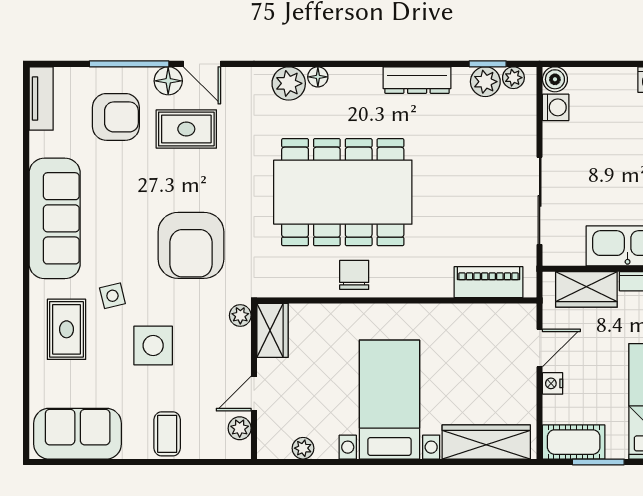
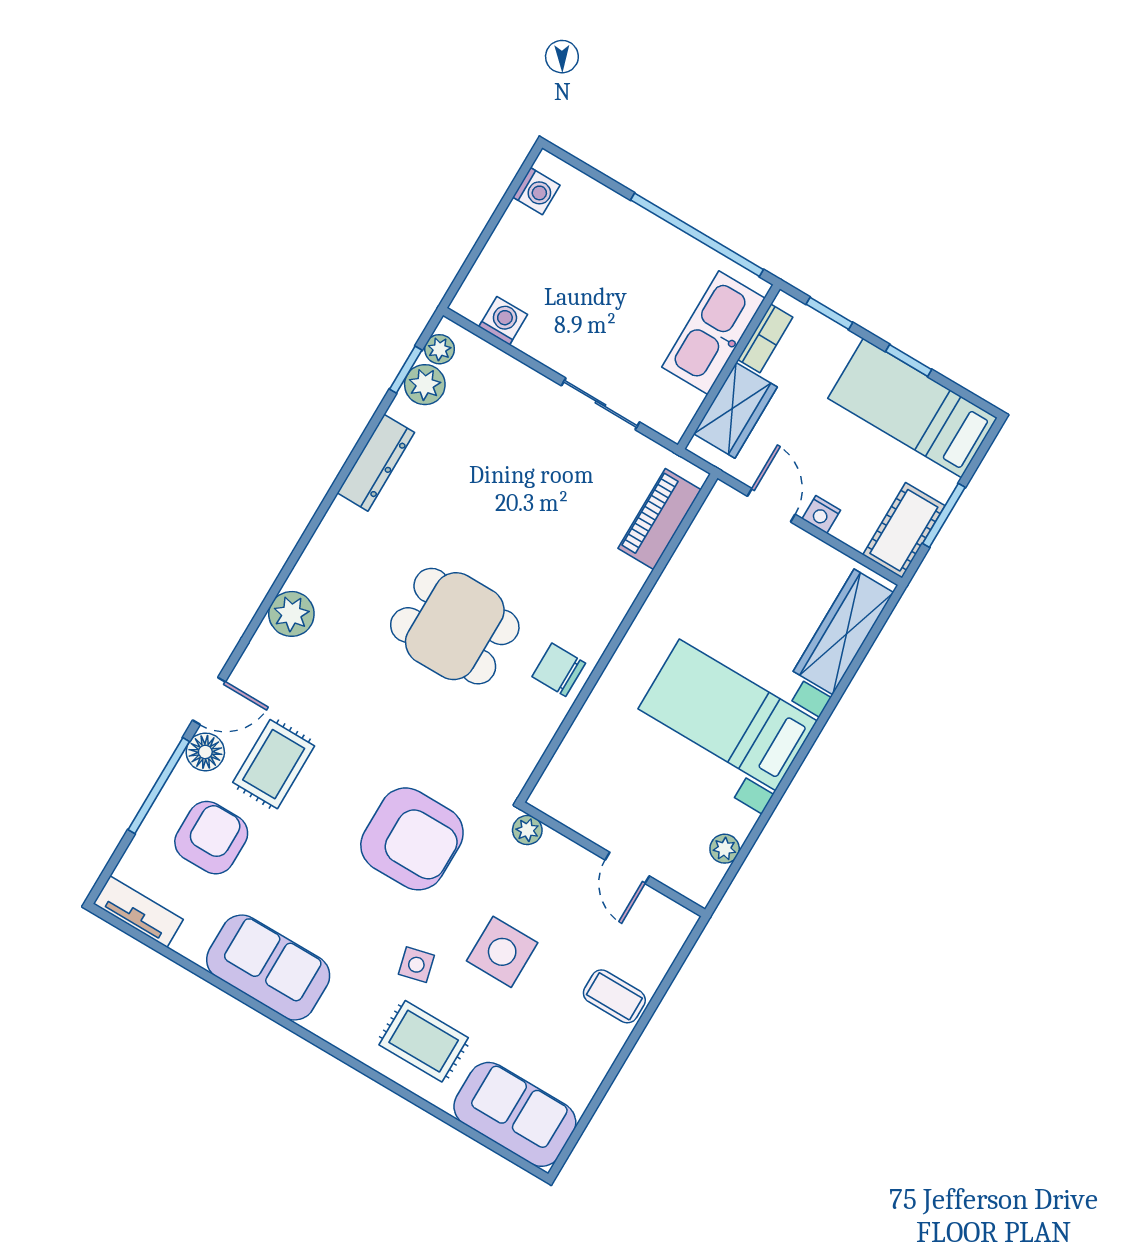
floor lamp: (318, 77) -> (304, 576), removed
boiler: (555, 79) -> (470, 302), removed
dining table: (343, 192) -> (455, 626), width x0.53, depth x0.80
sliding door: (540, 201) -> (601, 404), width x0.73
sofa: (55, 218) -> (268, 968), width x0.73
wardrobe: (273, 330) -> (567, 803), removed
plant: (240, 428) -> (658, 908), removed
sofa: (78, 434) -> (515, 1114), moved, turned 90

